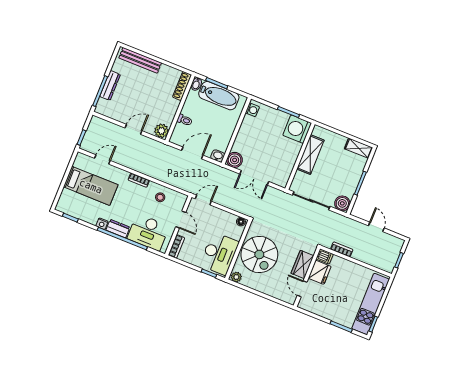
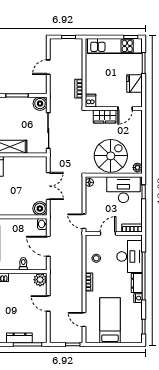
fridge: (320, 272) -> (134, 83), moved, turned -90

